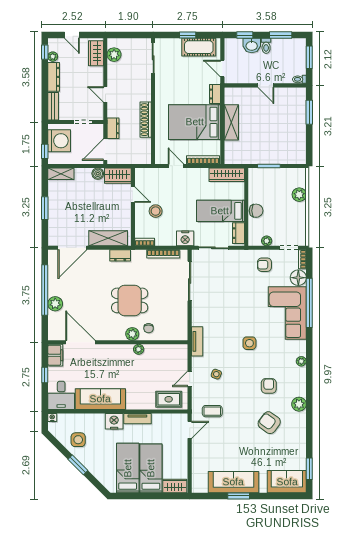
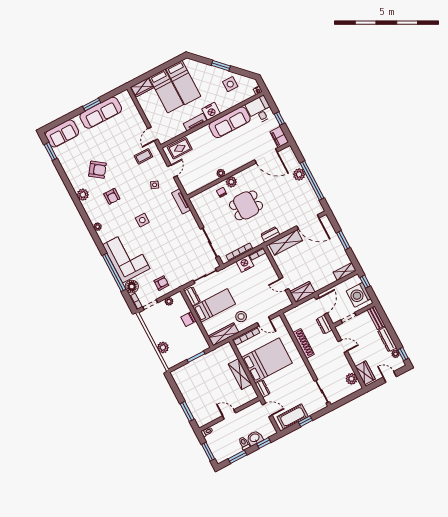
boiler: (98, 174) -> (318, 286), removed
stool: (156, 211) -> (241, 317), moved
nightstand: (185, 238) -> (245, 264), moved
door: (72, 248) -> (308, 222), swing flipped

